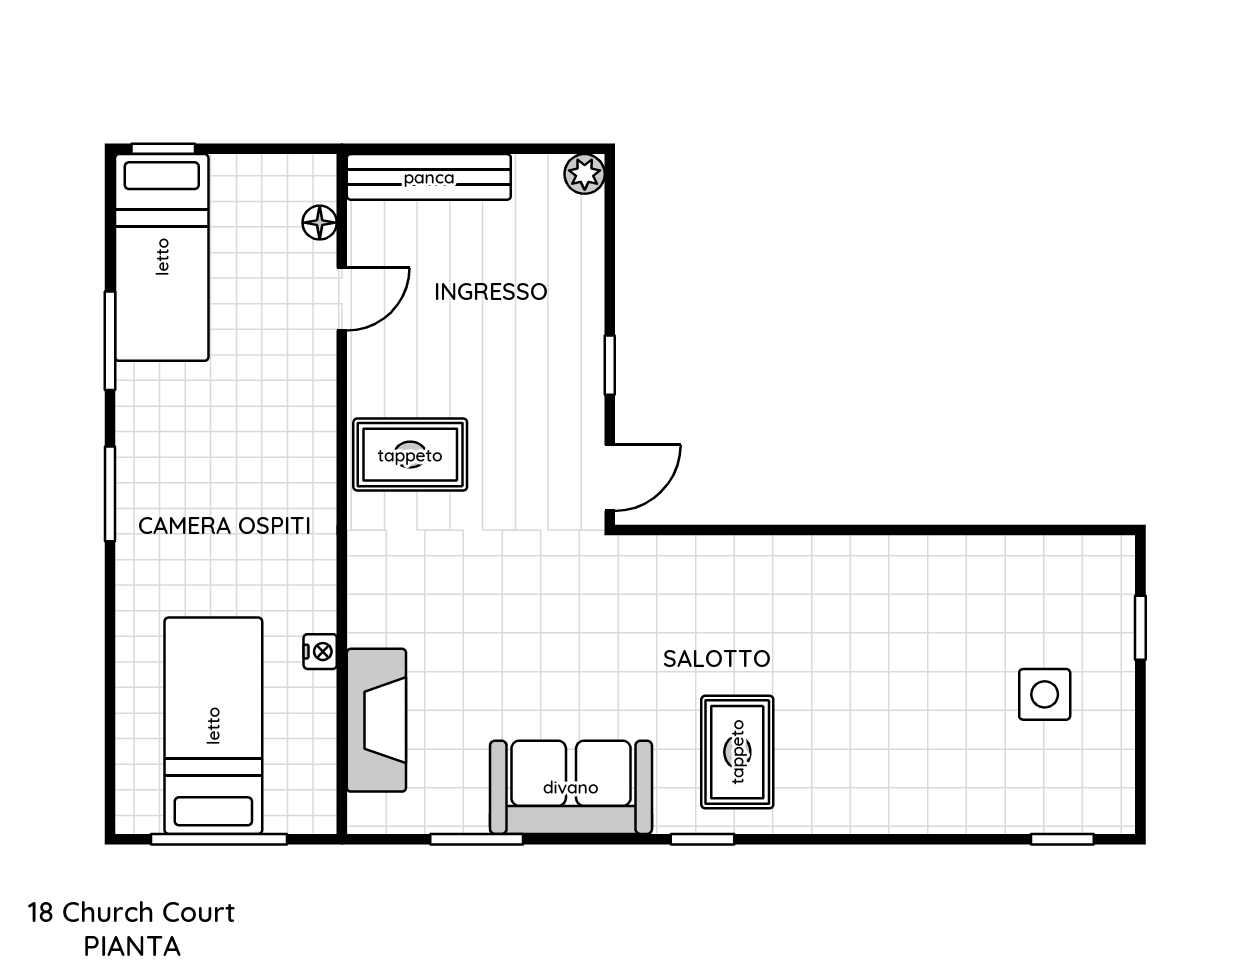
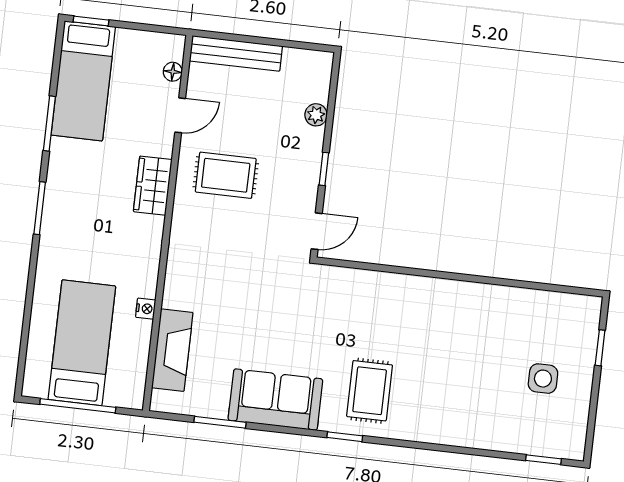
plant: (585, 174) -> (316, 115), moved
wardrobe: (307, 430) -> (153, 186), added
rug: (410, 455) -> (226, 175), moved

